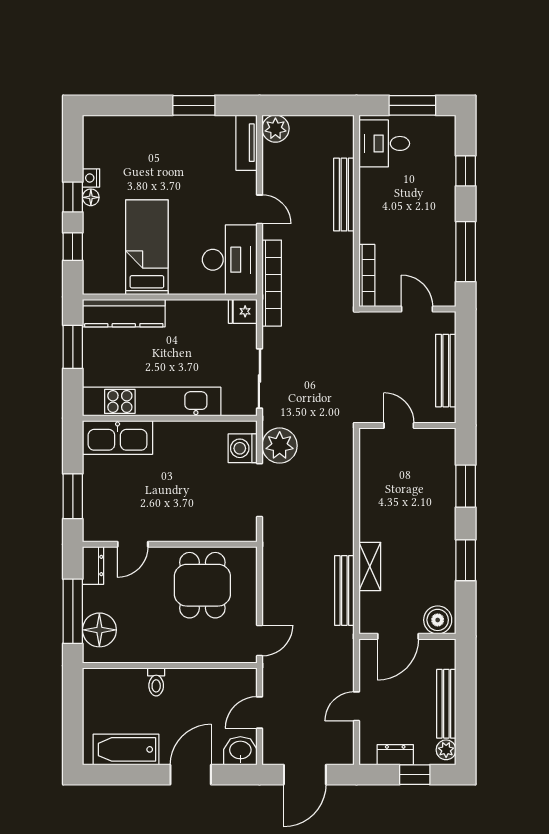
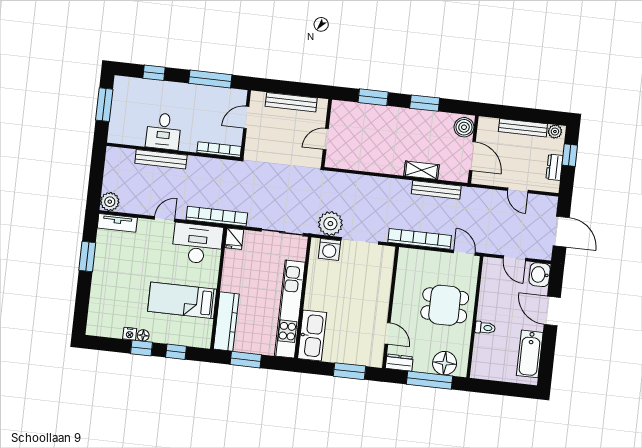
desk: (384, 143) -> (164, 131), moved
bookcase: (272, 575) -> (420, 239), added
dining table: (202, 585) -> (445, 305), moved

